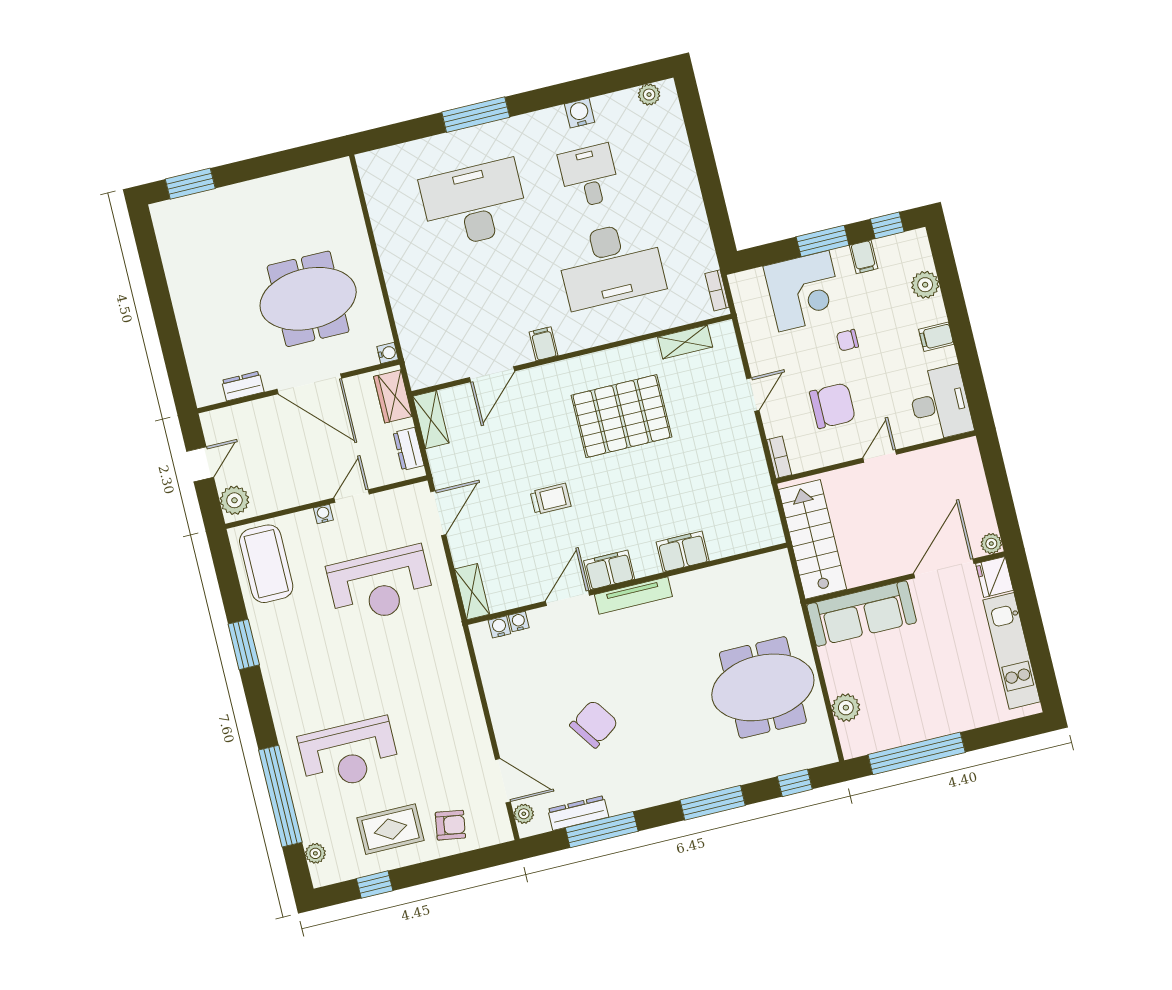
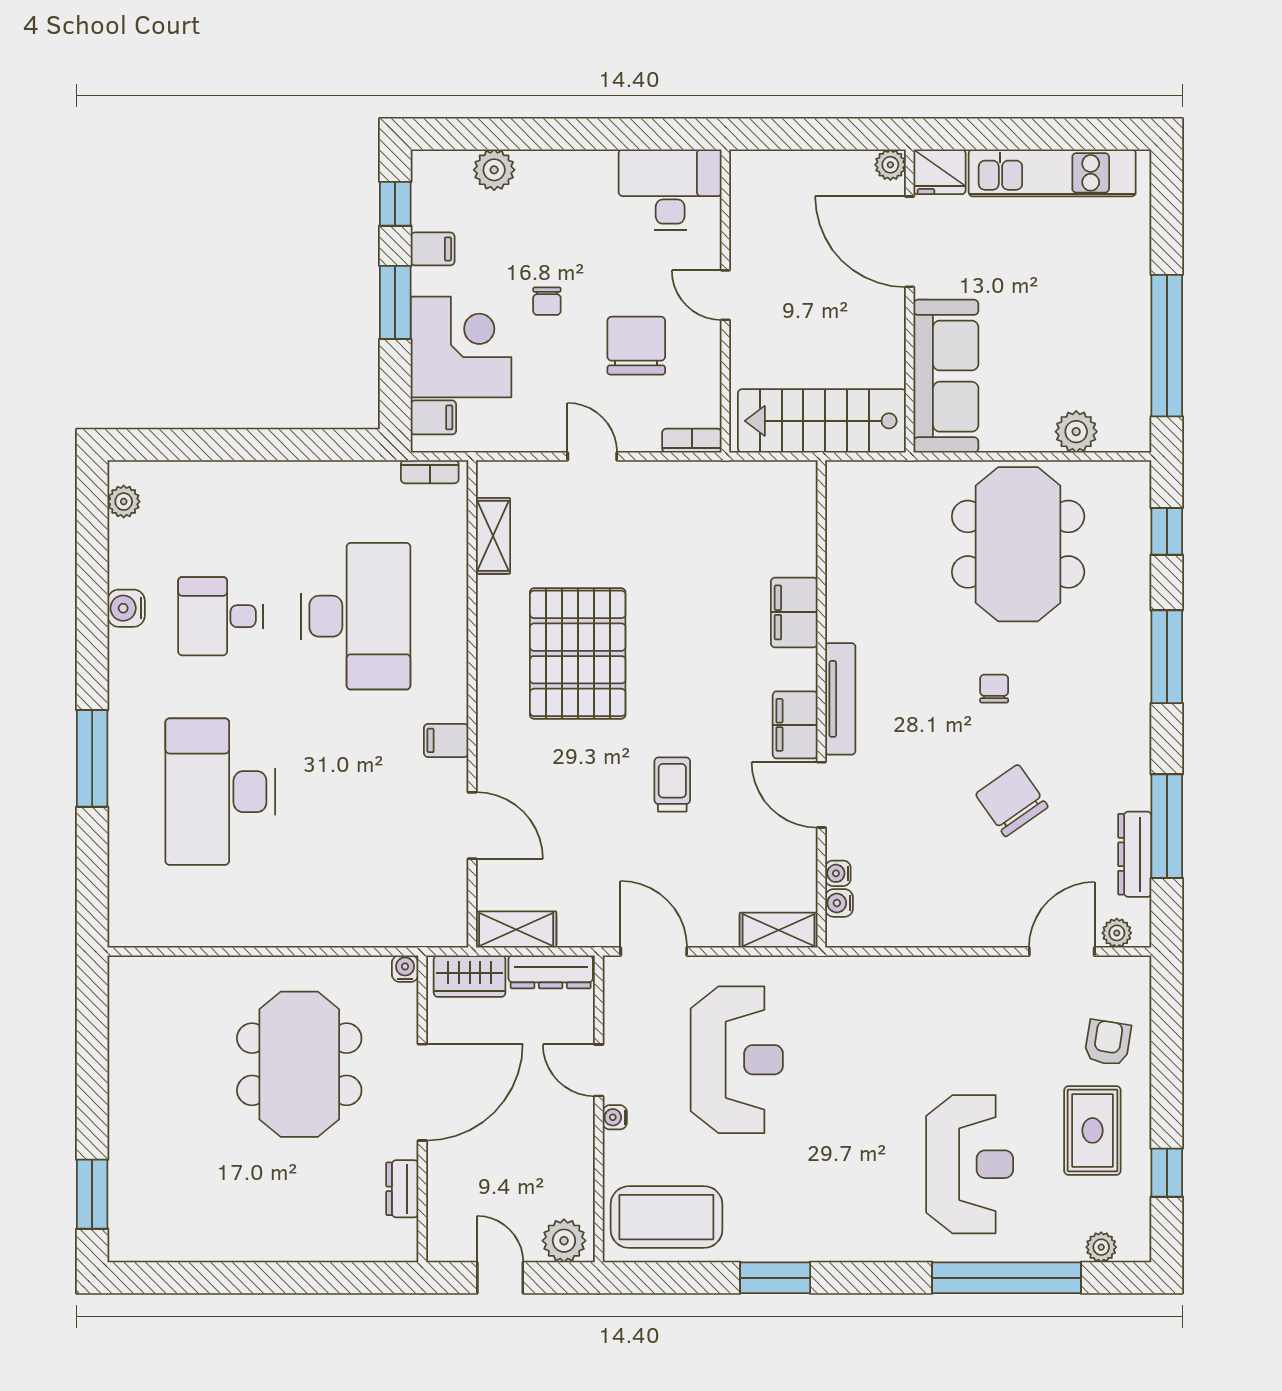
filing cabinet: (936, 337) -> (433, 417), moved, turned -90
dresser: (409, 449) -> (551, 972), width x1.44
chair: (664, 695) -> (994, 689), added

